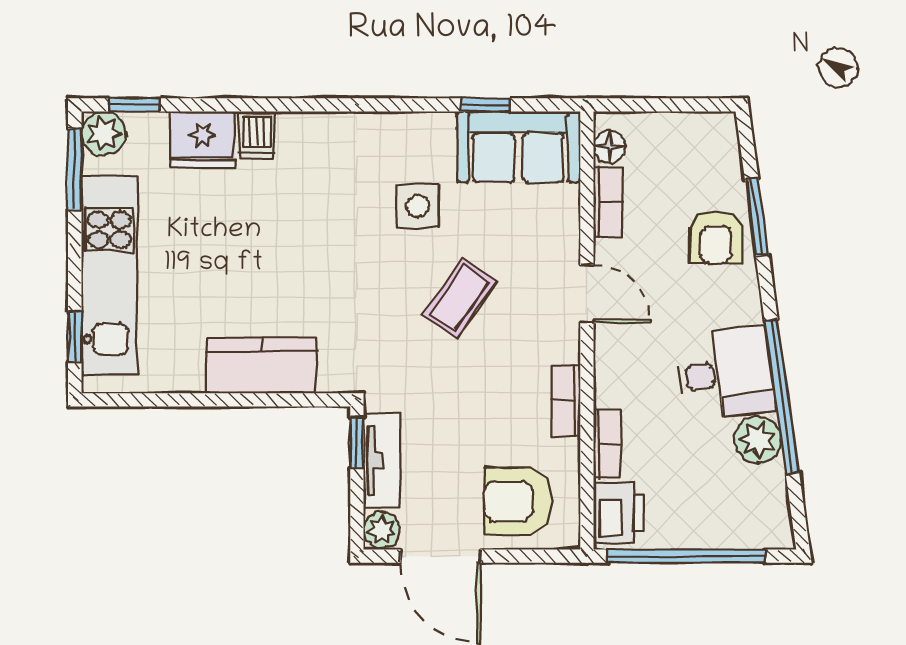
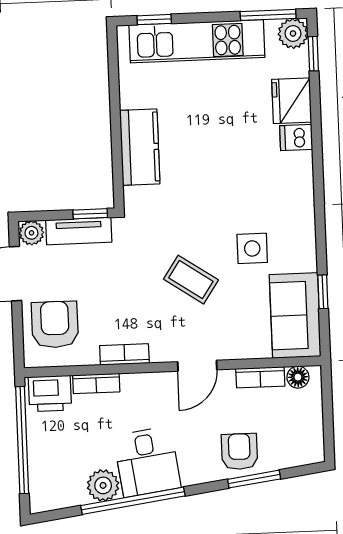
armchair: (716, 237) -> (239, 452), turned 90

